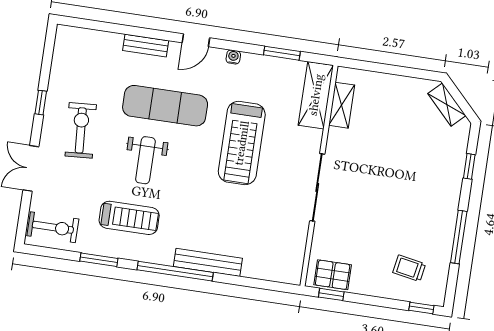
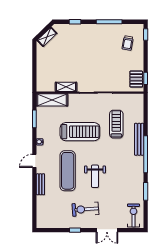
door: (196, 40) -> (34, 161), swing flipped
shelving: (342, 105) -> (66, 87), moved
weight bench: (145, 160) -> (95, 176), turned 90
treadmill: (129, 218) -> (116, 124), moved

